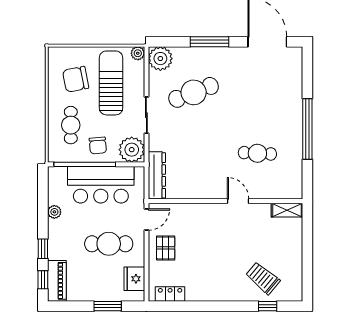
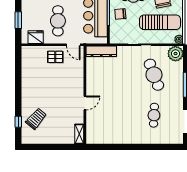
window: (307, 129) -> (131, 147), removed
plant: (132, 150) -> (118, 35), removed
cafe table: (257, 153) -> (154, 115), moved
locker: (170, 294) -> (26, 60), removed

